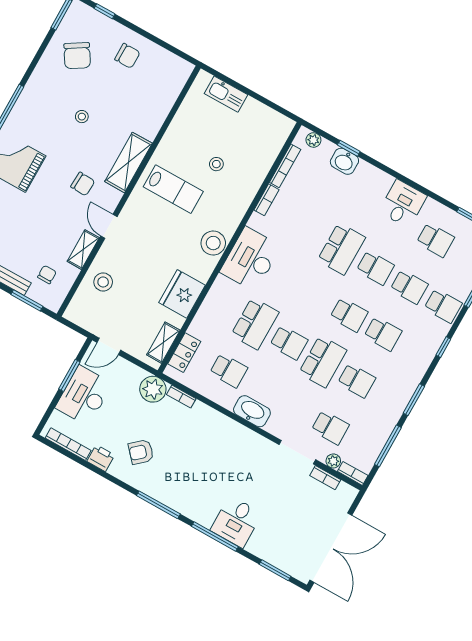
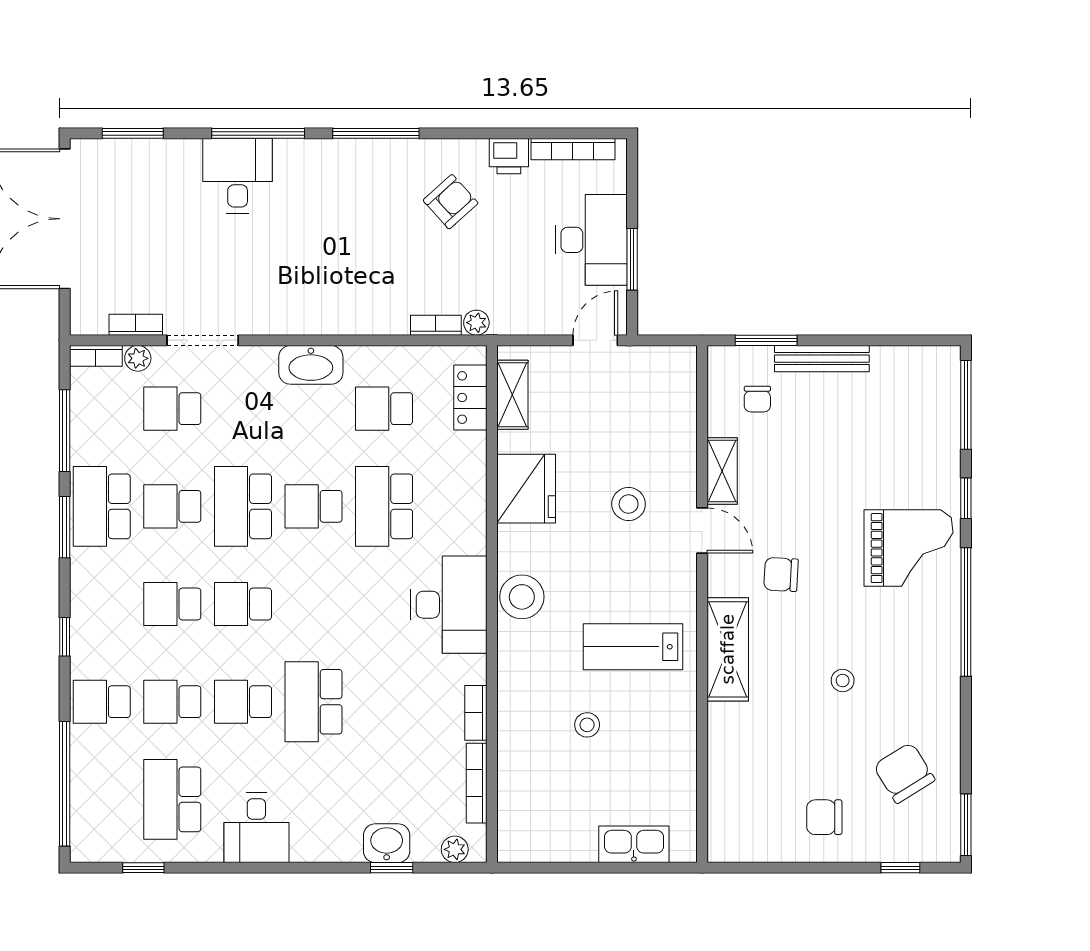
school desk: (435, 240) -> (172, 799), width x1.85
stool: (103, 282) -> (629, 504), moved
plant: (153, 389) -> (476, 323), width x0.53, depth x0.53
school desk: (390, 400) -> (102, 506), added

